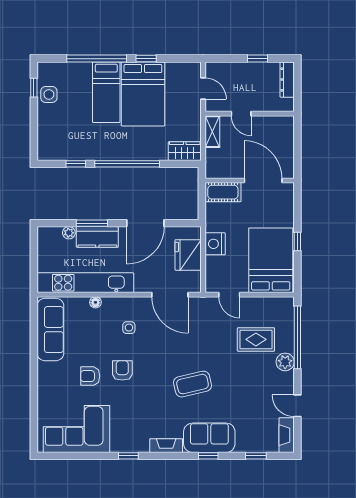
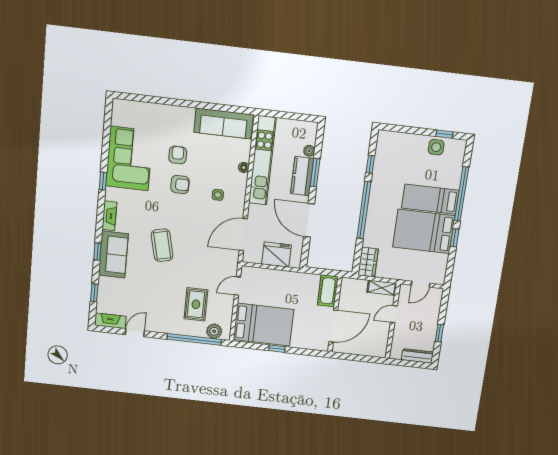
nightstand: (215, 244) -> (283, 279), removed
plant: (285, 362) -> (214, 331), moved
corner sofa: (77, 429) -> (129, 159), moved

